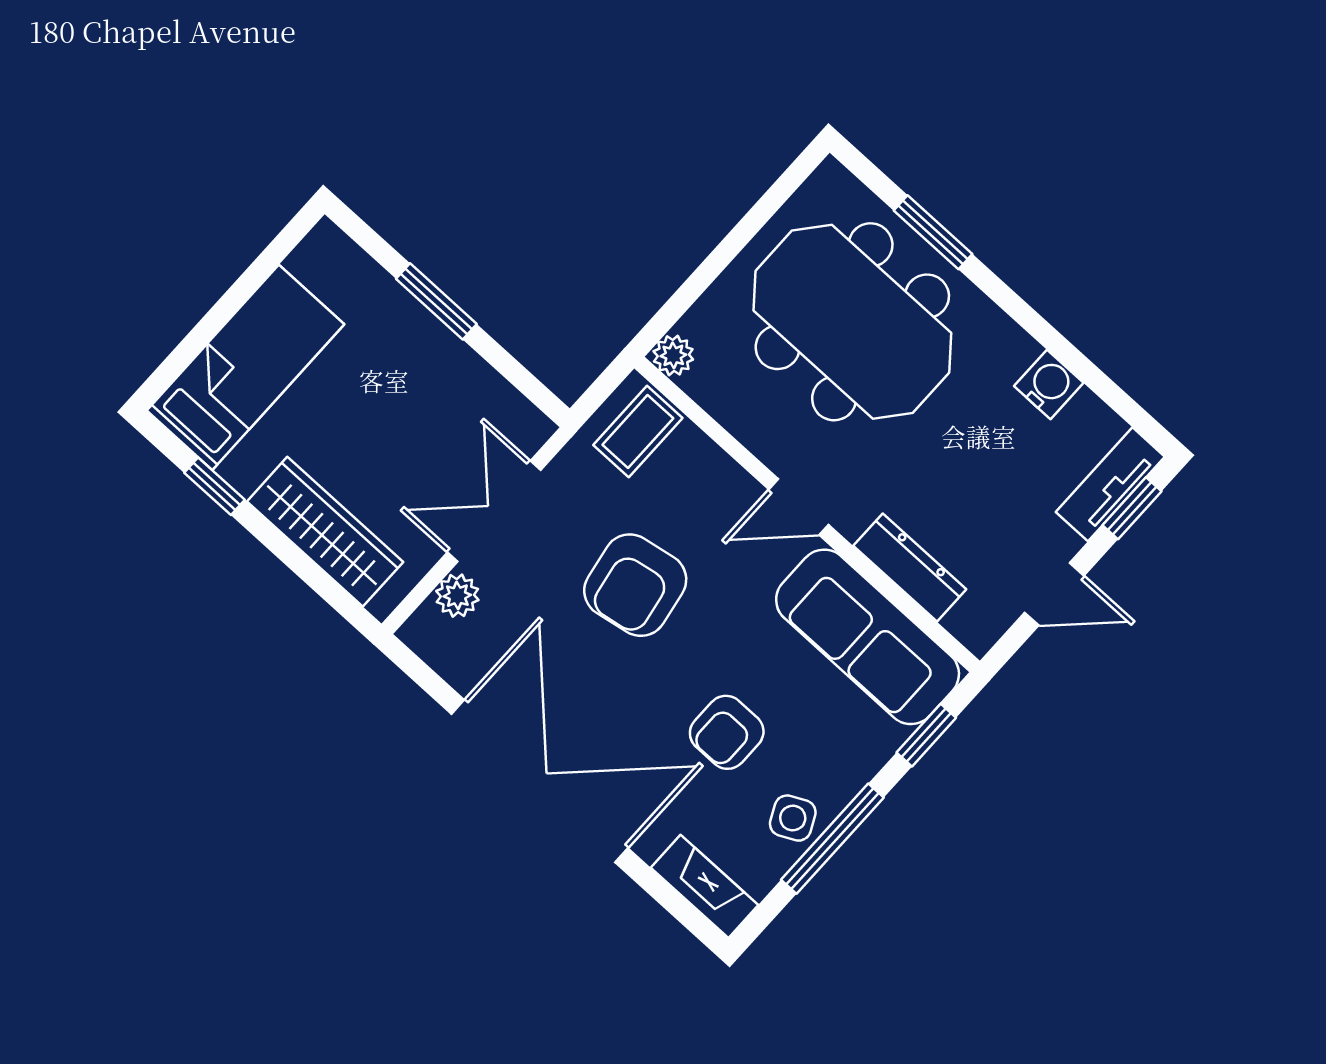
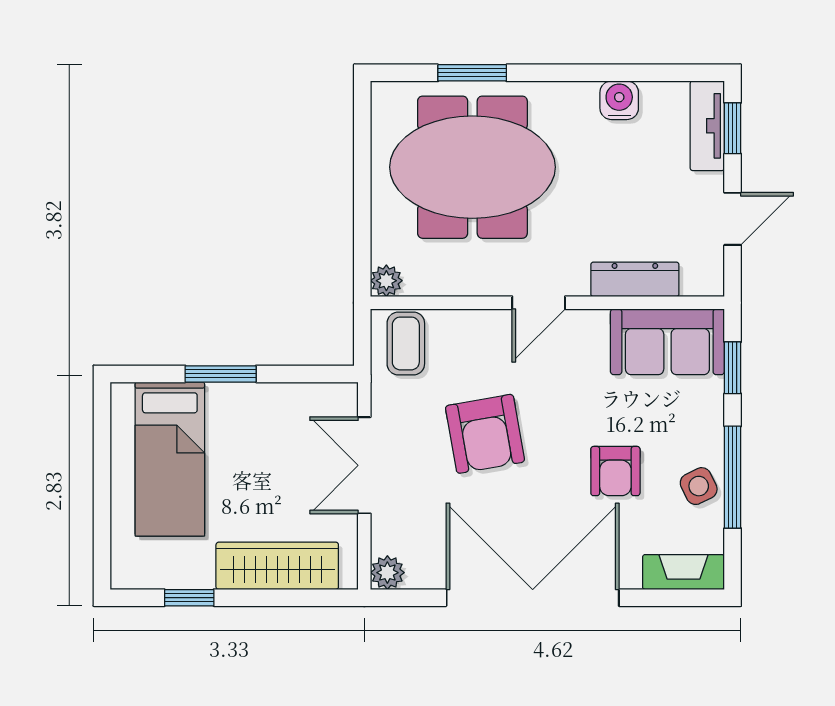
bed: (245, 367) -> (170, 459), moved, turned 180
plant: (457, 596) -> (387, 573), moved
sofa: (868, 637) -> (667, 342), width x0.73

